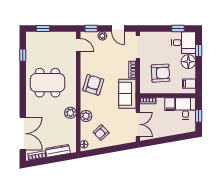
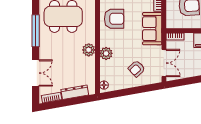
armchair: (93, 85) -> (114, 19), turned 73
window: (23, 96) -> (36, 31), added
armchair: (101, 133) -> (137, 69), moved
double door: (23, 134) -> (36, 73), width x0.73

